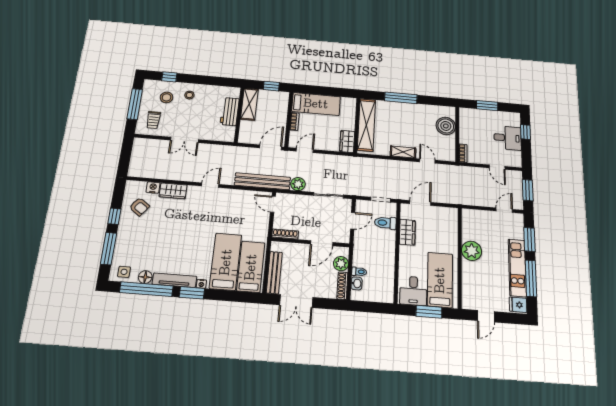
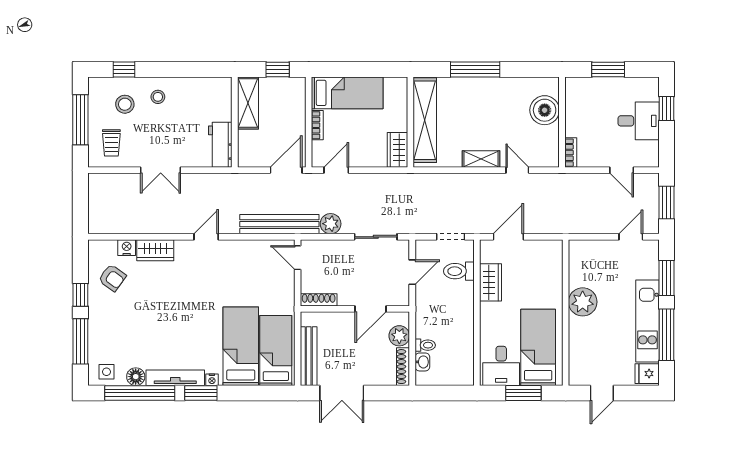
workbench: (230, 112) -> (220, 145), moved

